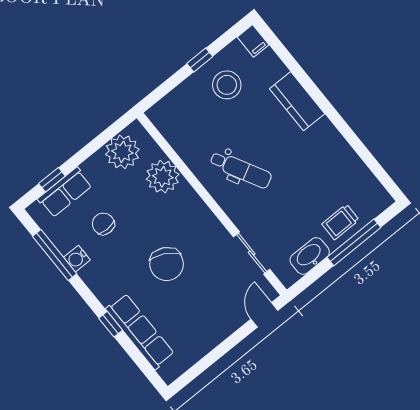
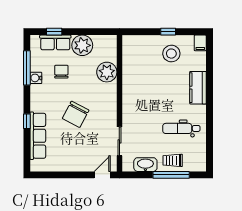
plant: (122, 152) -> (82, 45), moved
dental chair: (241, 170) -> (181, 128), moved, turned 118

